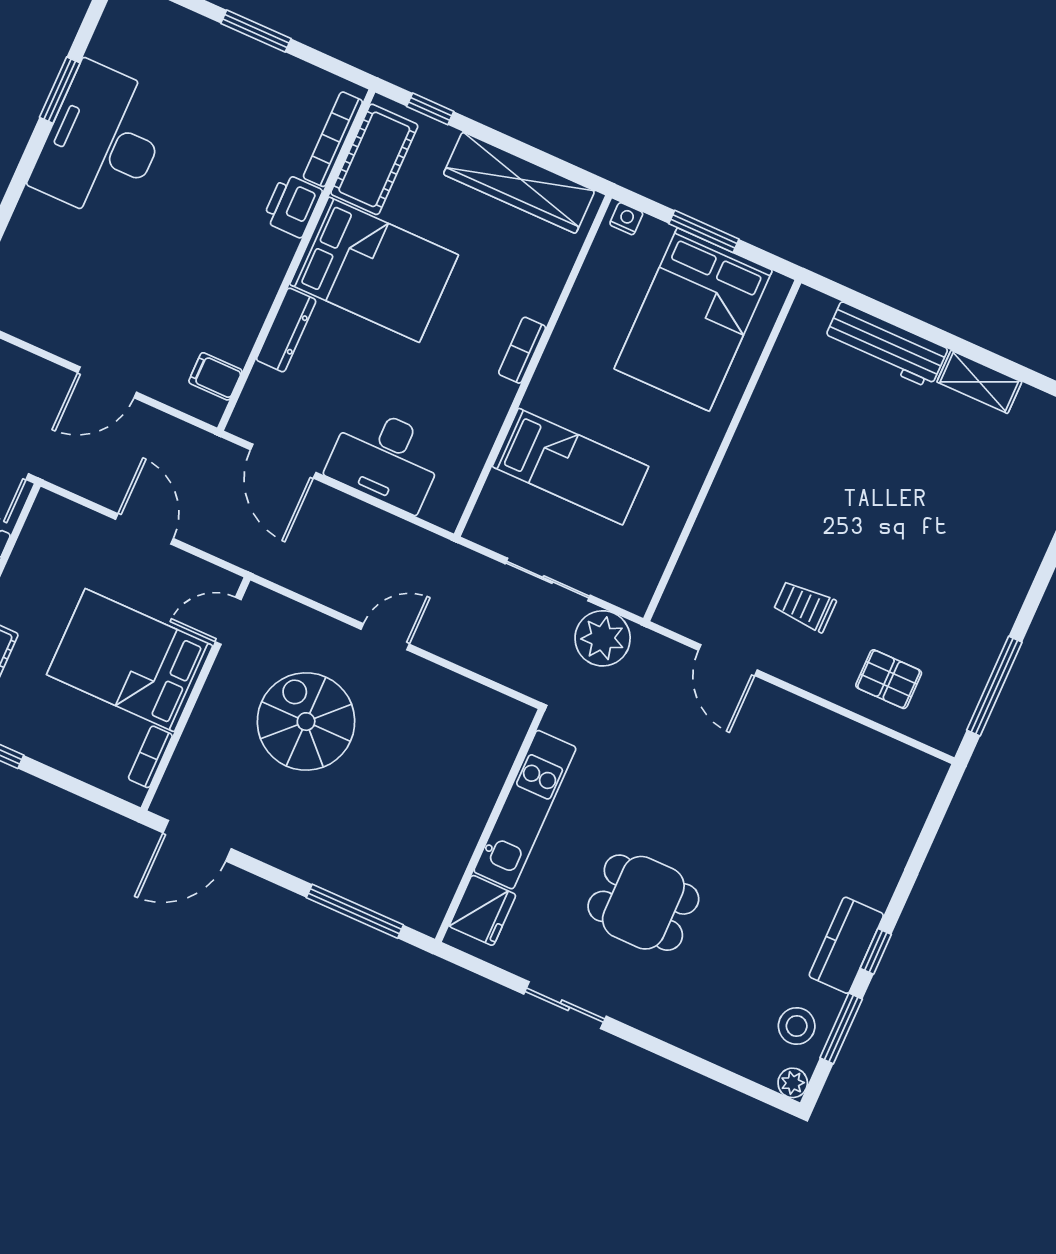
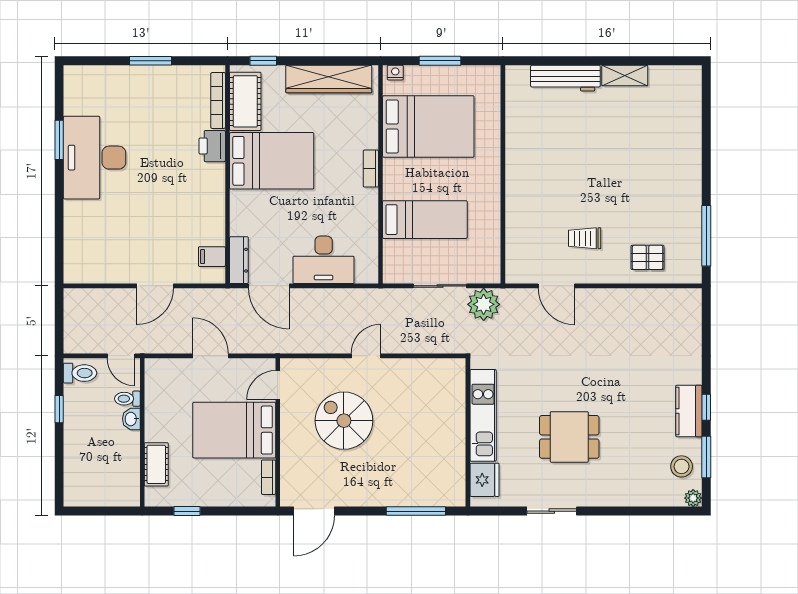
bed: (693, 320) -> (428, 126), moved, turned -90
dresser: (286, 330) -> (239, 260), moved

